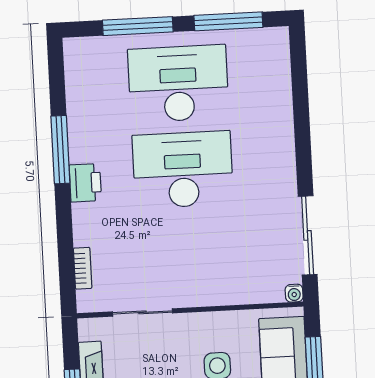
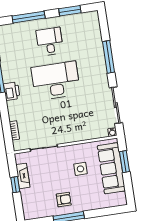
window: (228, 21) -> (70, 11), width x0.69
desk: (178, 84) -> (50, 42), width x0.53, depth x0.77
window: (302, 129) -> (108, 57), added

